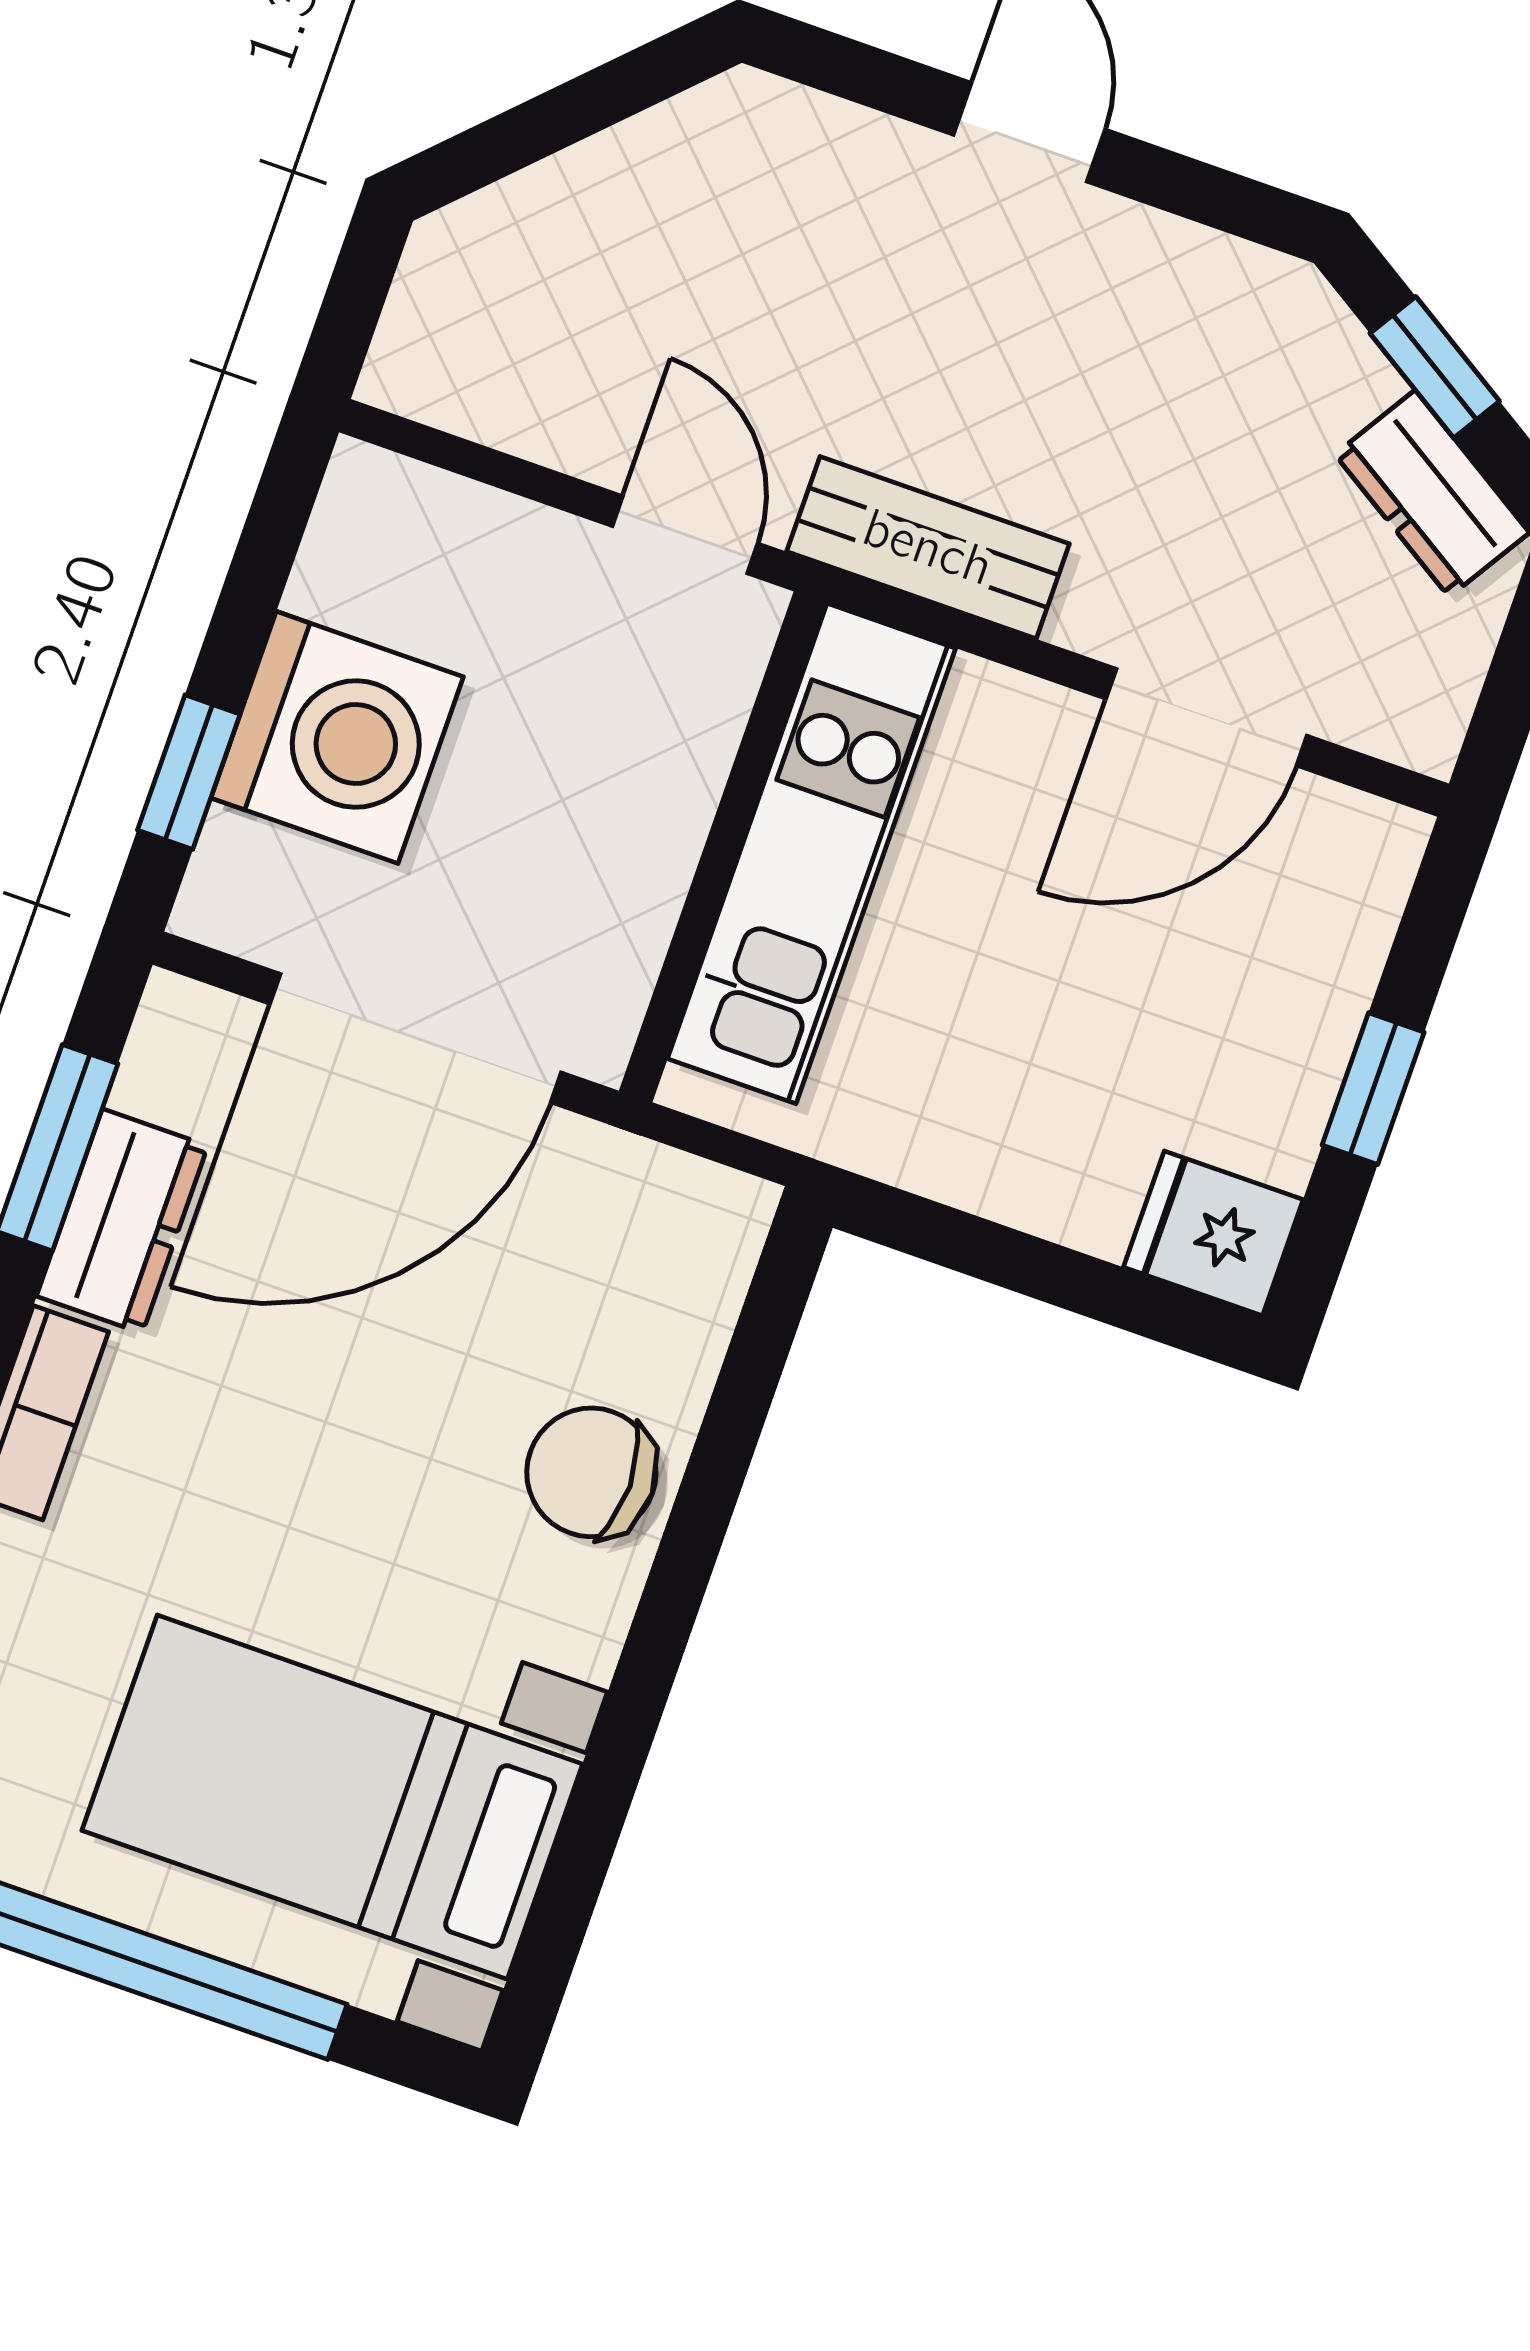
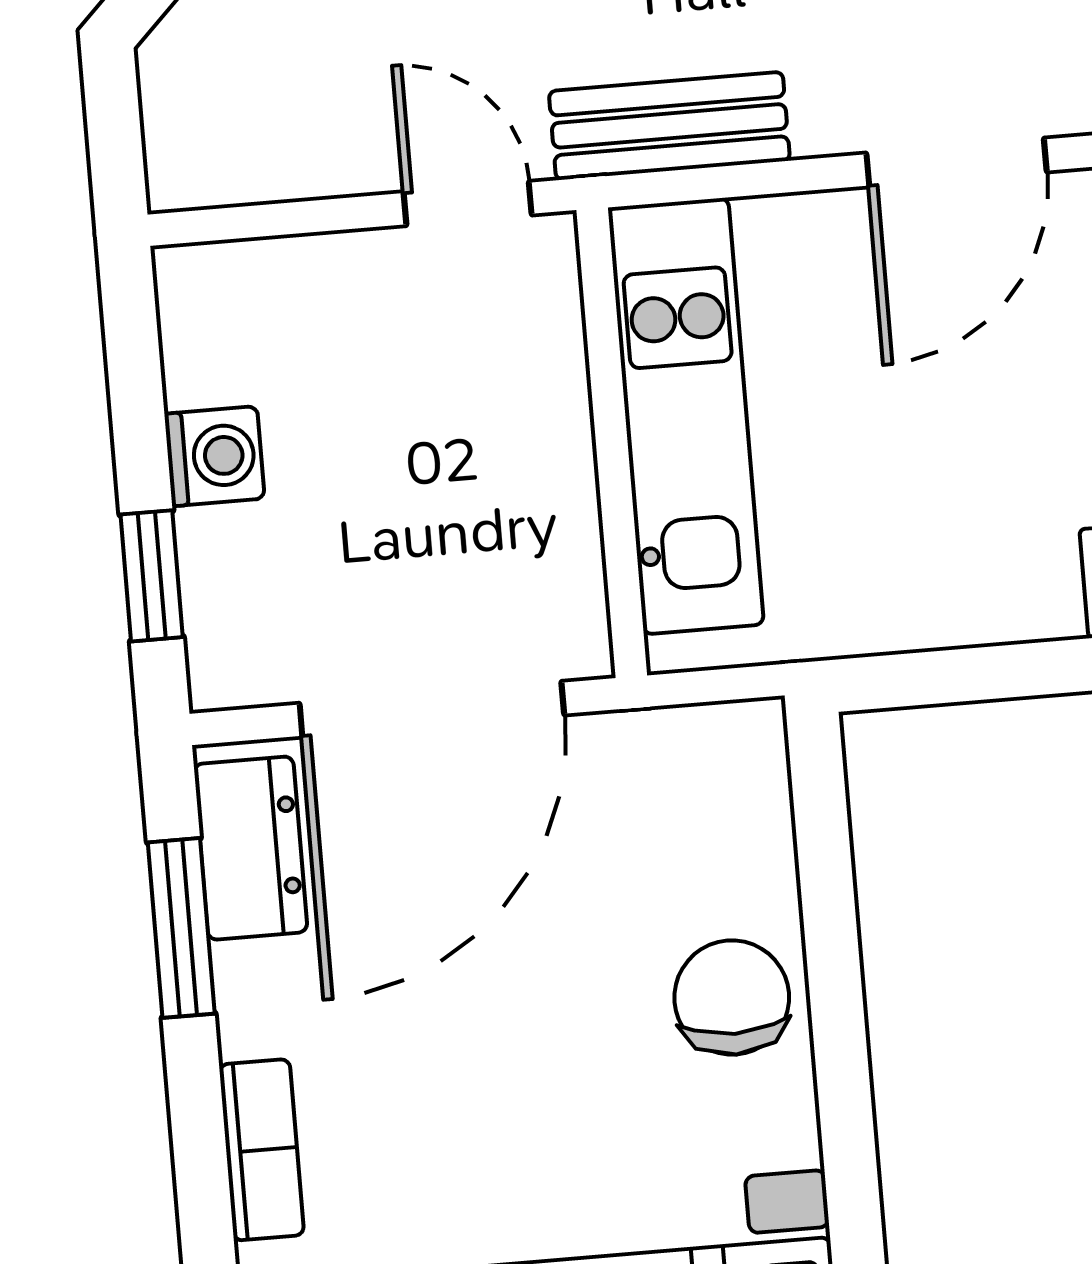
washing machine: (337, 737) -> (214, 456), width x0.53, depth x0.53
dresser: (122, 1221) -> (251, 848), moved
chair: (591, 1472) -> (732, 997), turned 90

